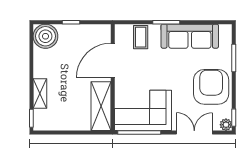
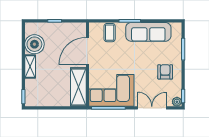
boiler: (45, 36) -> (34, 44), moved
armchair: (211, 87) -> (165, 72), width x0.53, depth x0.53
shelving: (40, 93) -> (30, 67), moved

